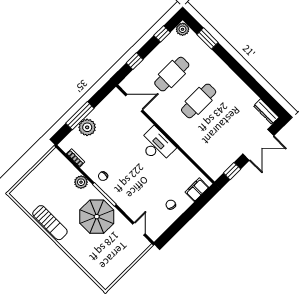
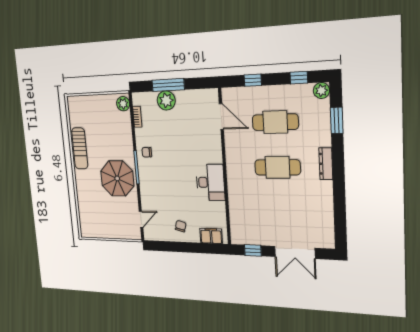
dresser: (266, 112) -> (326, 164), moved
desk: (156, 145) -> (210, 182), moved
plant: (81, 182) -> (123, 104), moved

